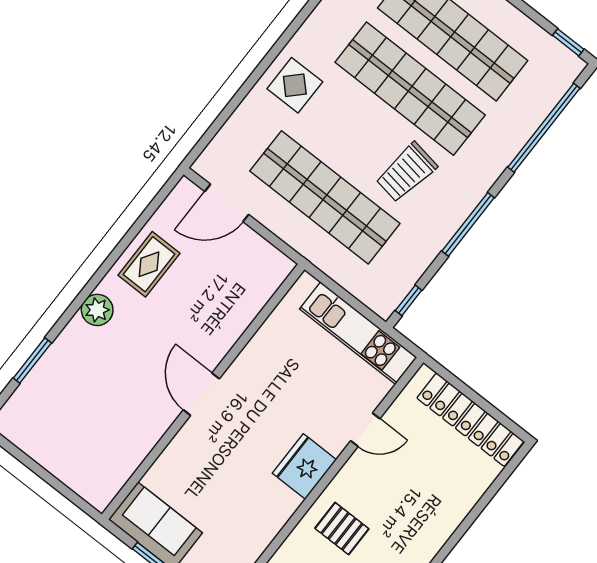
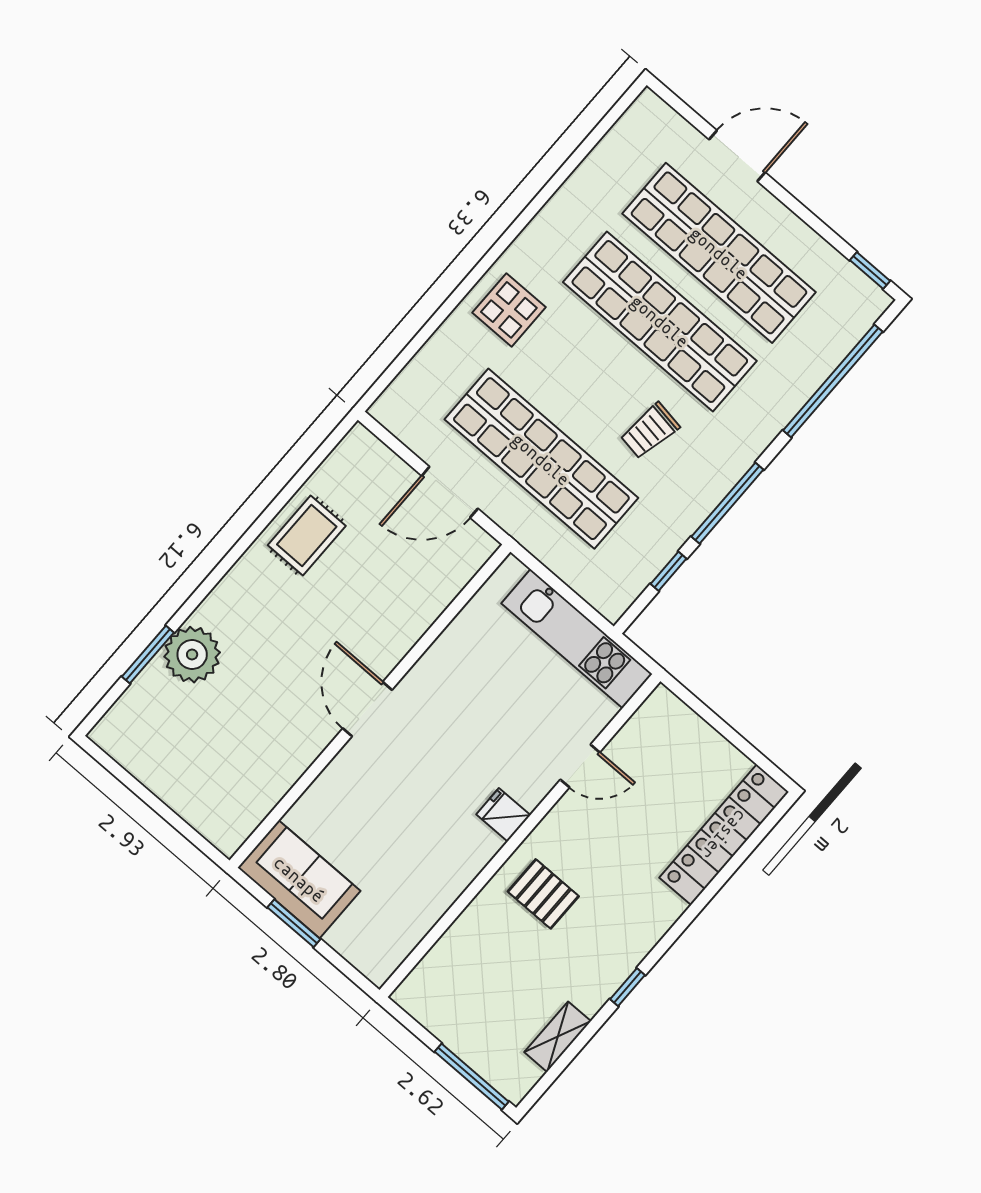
trolley: (406, 172) -> (650, 431), width x0.73, depth x0.72
door: (227, 203) -> (450, 492), moved
window: (409, 300) -> (669, 571), moved
plant: (97, 310) -> (192, 655), moved, width x1.36, depth x1.36
locker: (470, 420) -> (724, 835), moved, turned 90
fridge: (304, 466) -> (503, 815), width x0.53, depth x0.75

